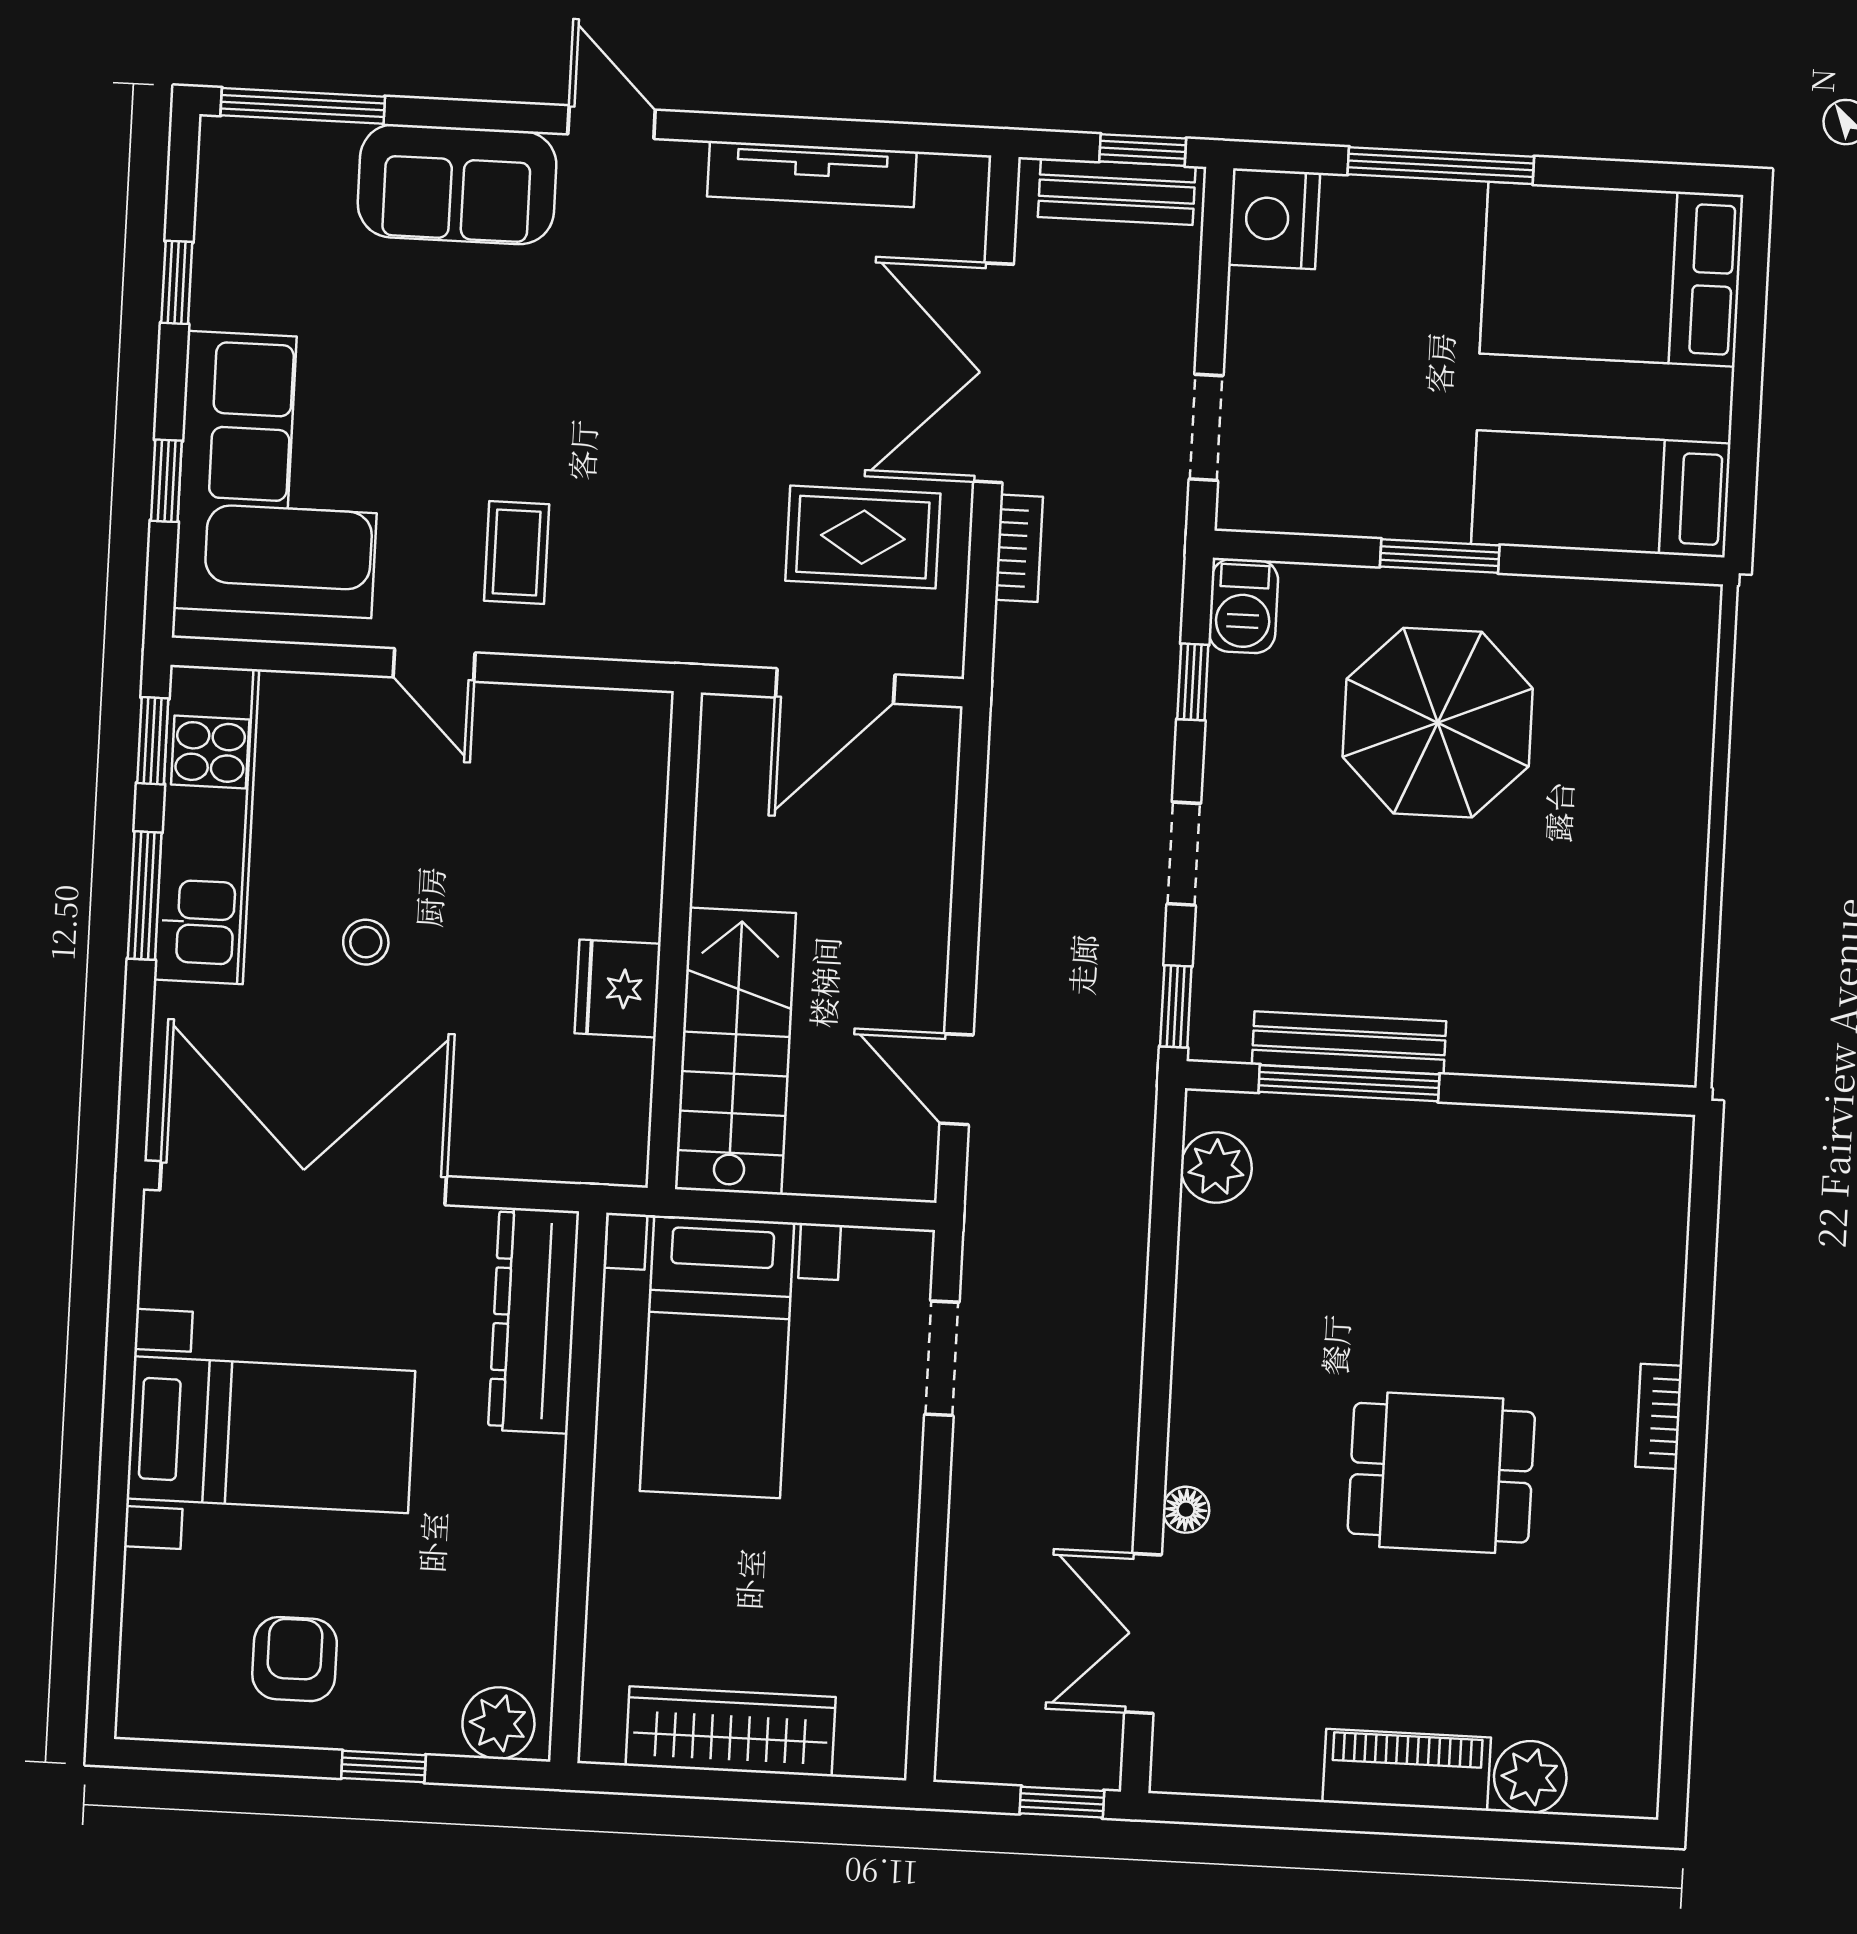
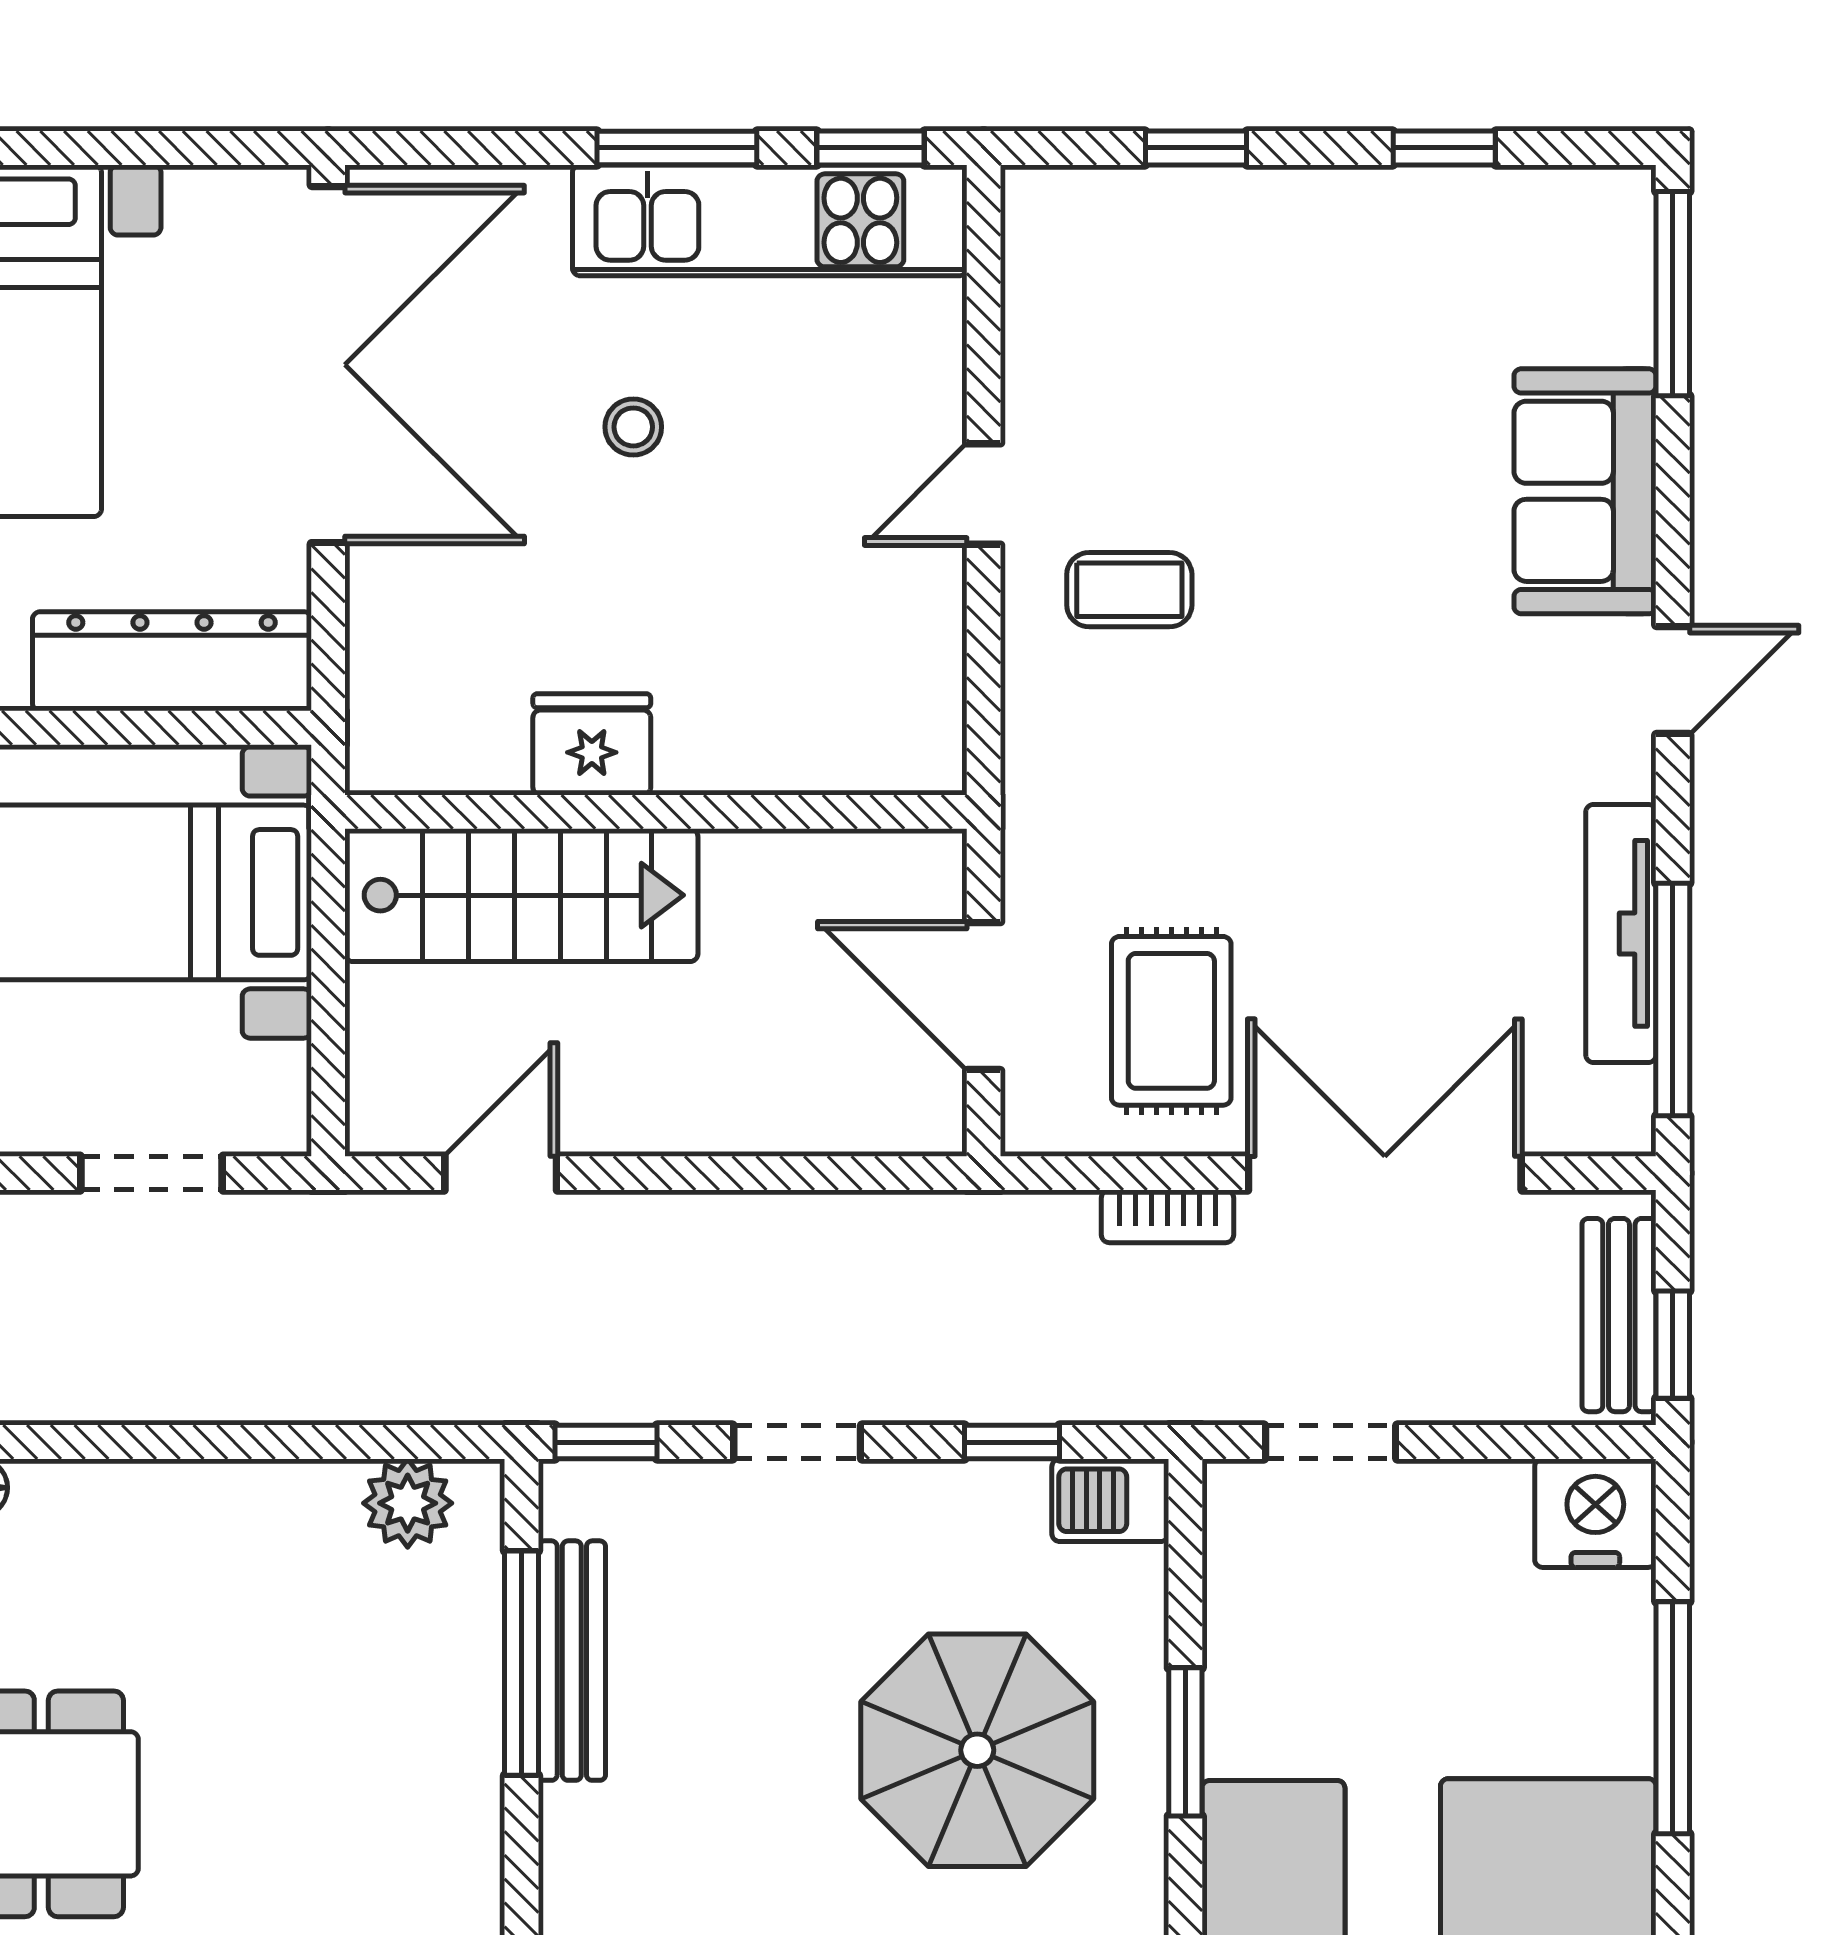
window: (867, 135) -> (1673, 1000), added
corner sofa: (279, 475) -> (1211, 289), removed

